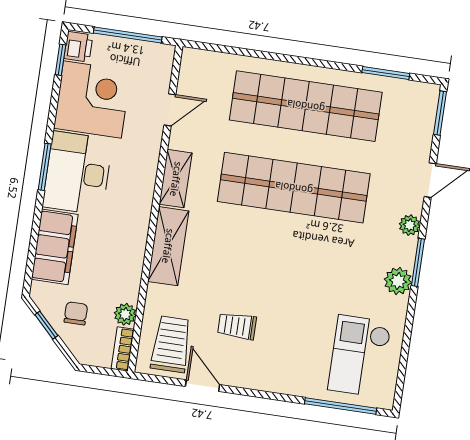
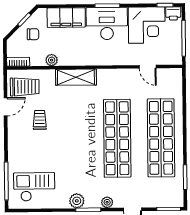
shelving: (176, 179) -> (112, 75), removed
plant: (125, 314) -> (52, 60), moved

